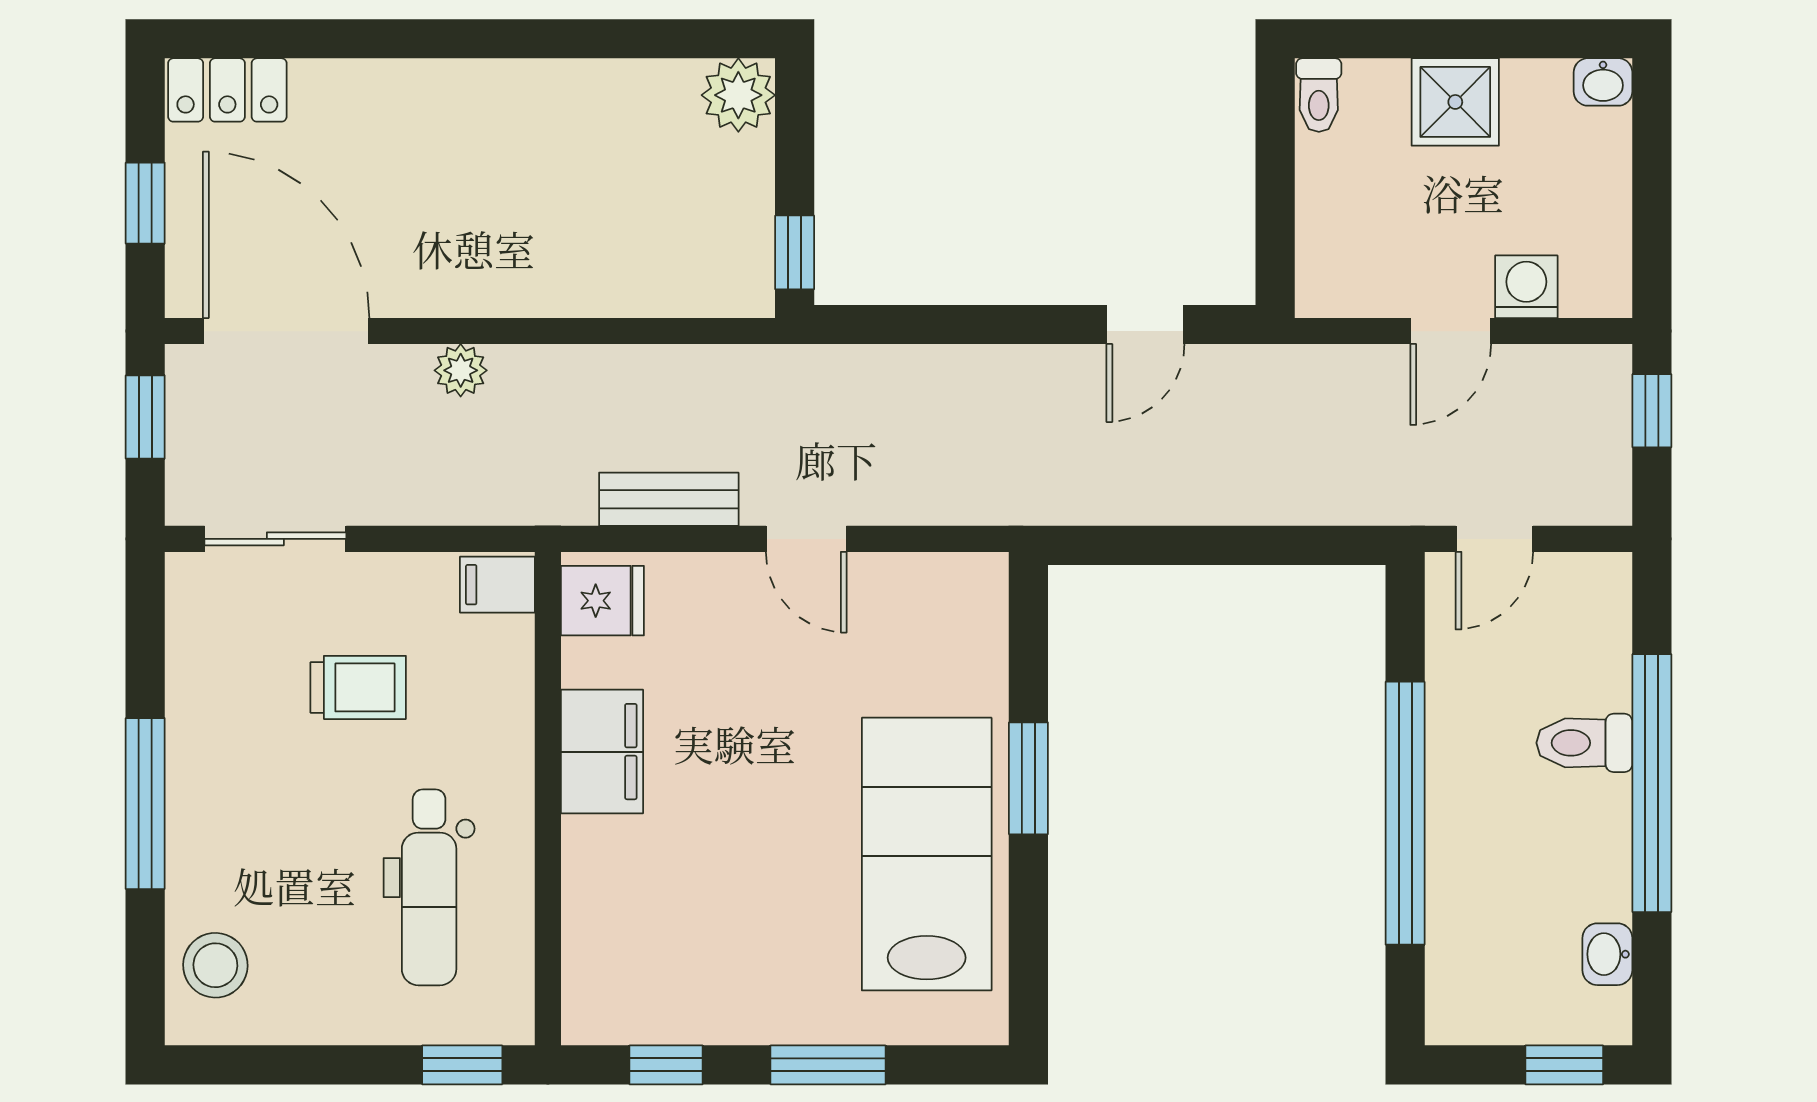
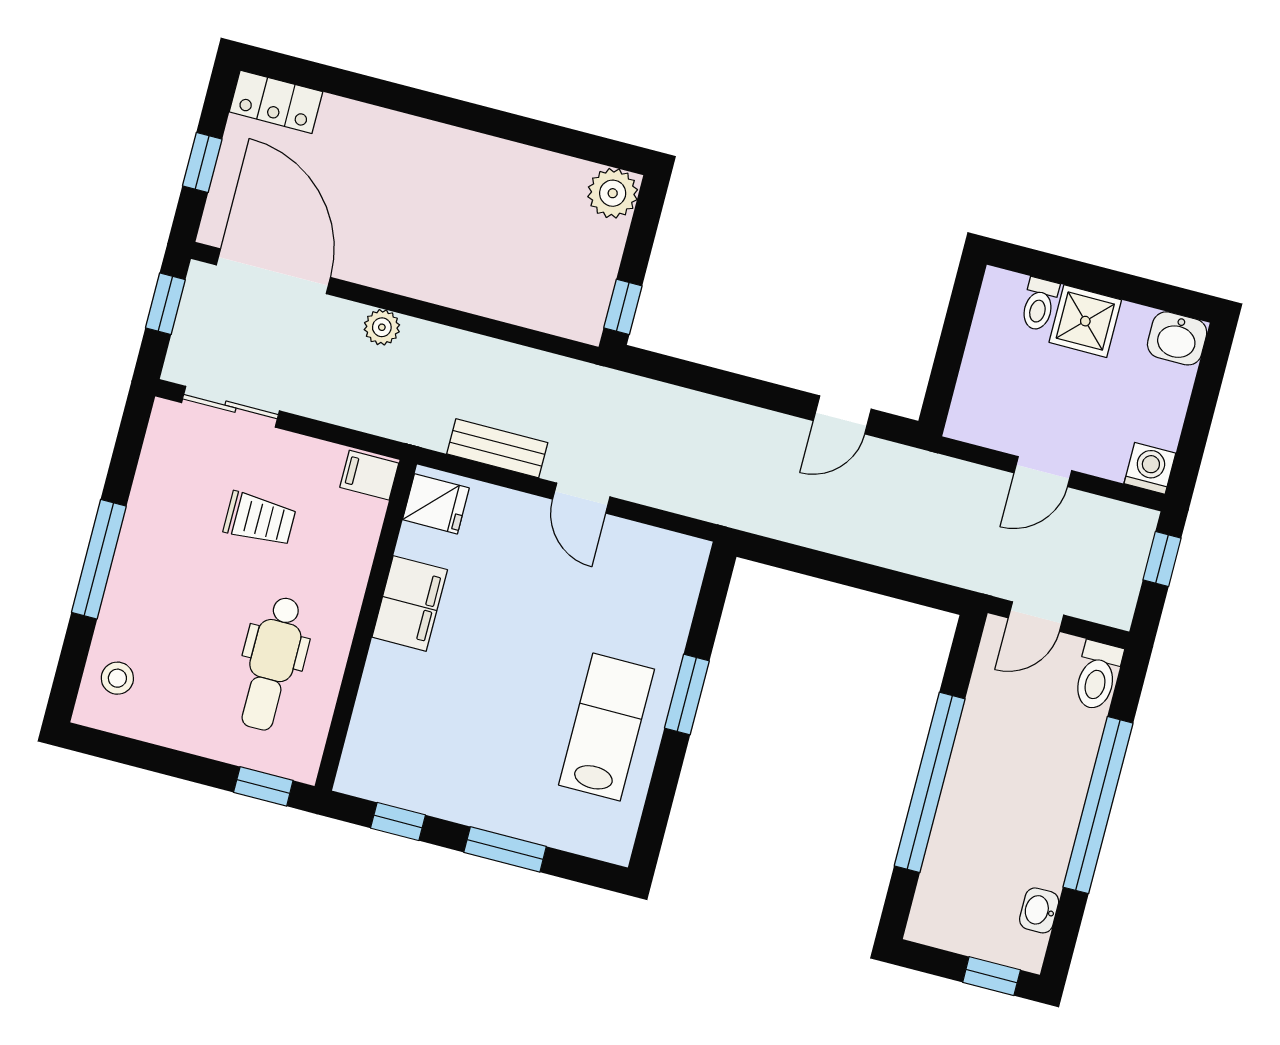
washbasin: (1603, 82) -> (1177, 338), width x1.38, depth x1.45
toilet: (1319, 95) -> (1039, 304), moved
washing machine: (1526, 287) -> (1150, 468), moved
toilet: (1584, 743) -> (1097, 676), moved, turned -90
lab bench: (927, 854) -> (607, 727), width x0.73, depth x0.72
stool: (215, 965) -> (117, 678), width x0.73, depth x0.73

